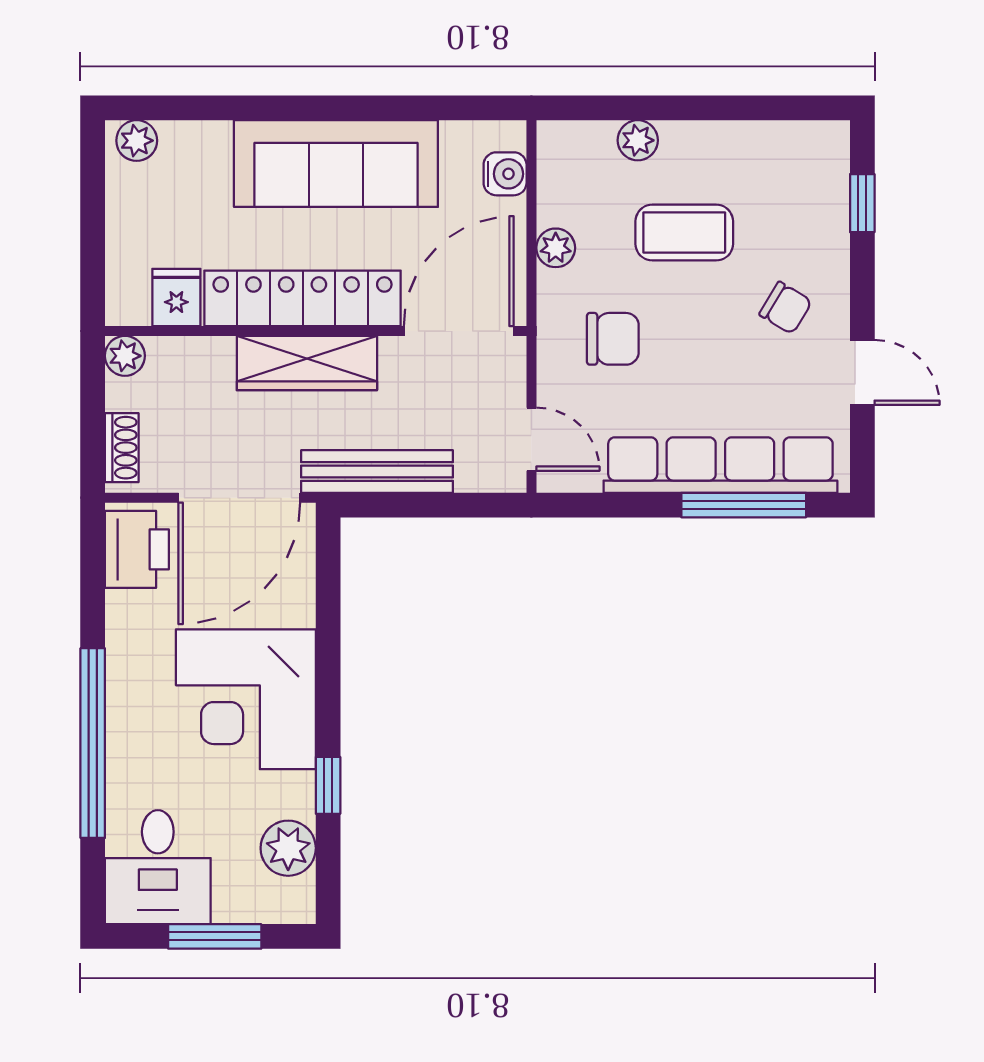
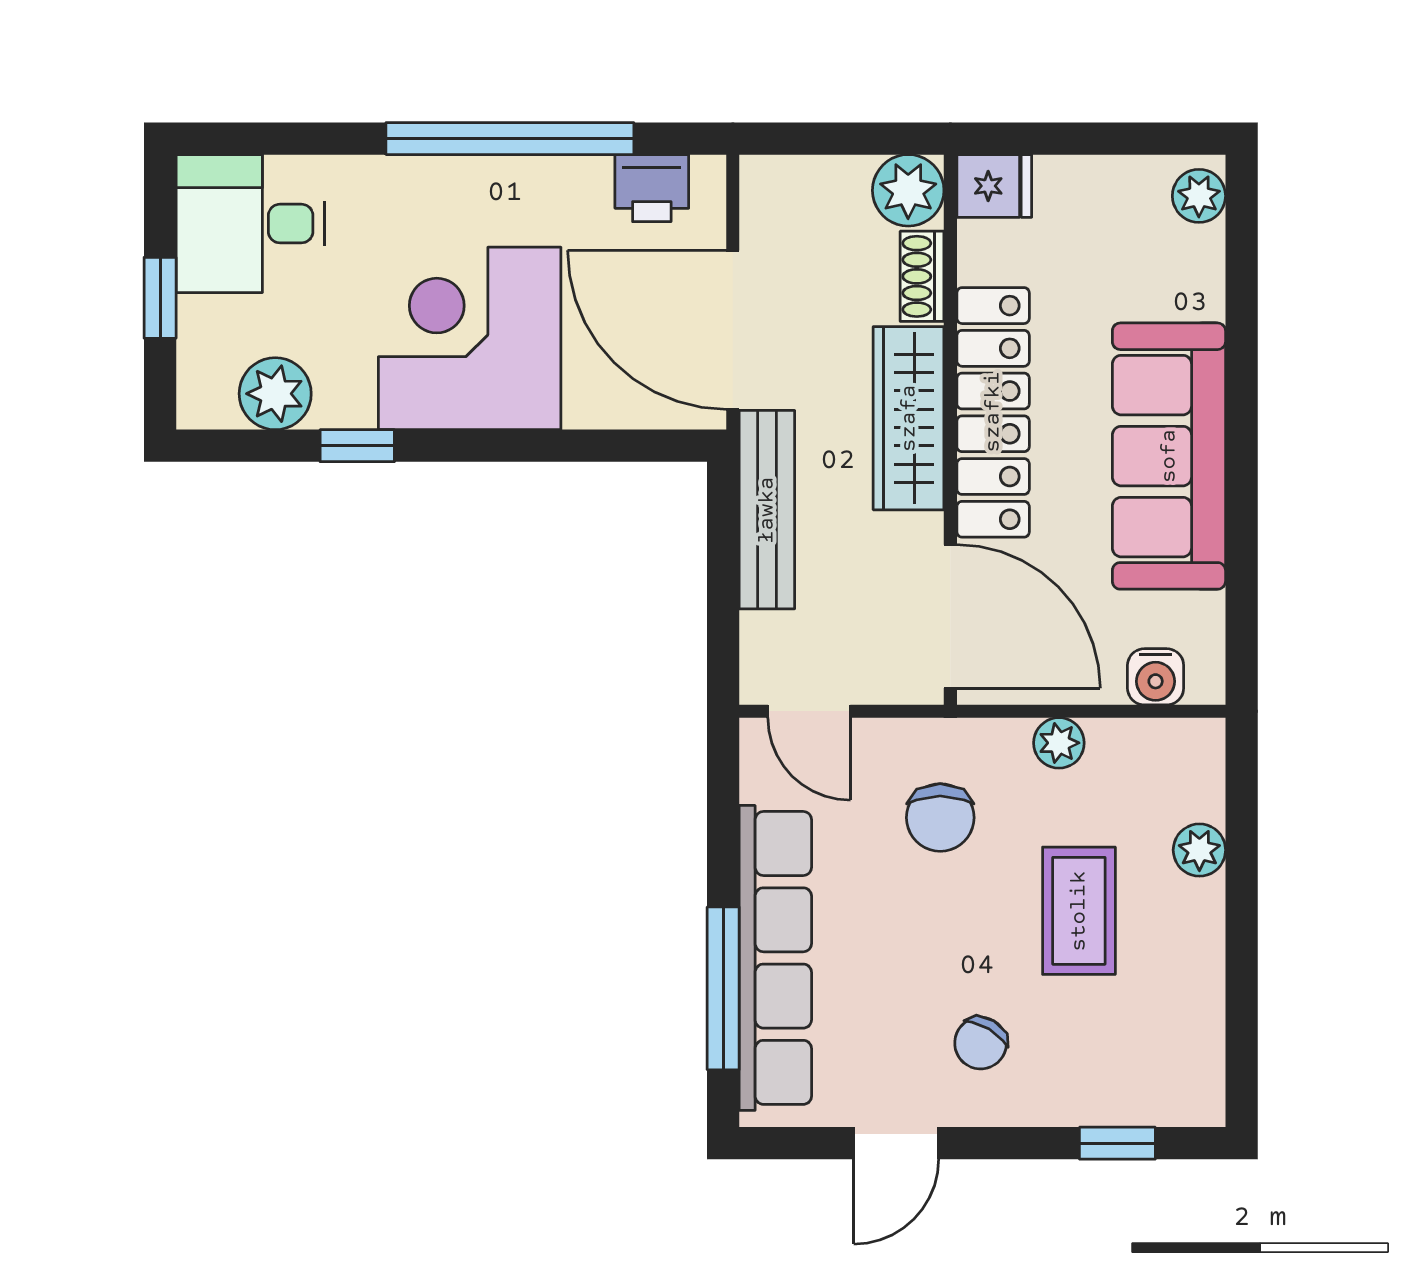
fridge: (176, 297) -> (994, 186), moved
plant: (125, 356) -> (908, 190), width x1.38, depth x1.38
door: (531, 439) -> (809, 711), hinge flipped
shoe rack: (122, 448) -> (922, 276), moved, turned 90
printer: (137, 549) -> (652, 188), width x0.73, depth x0.81
window: (93, 743) -> (510, 139), moved
window: (215, 936) -> (160, 298), width x0.67

